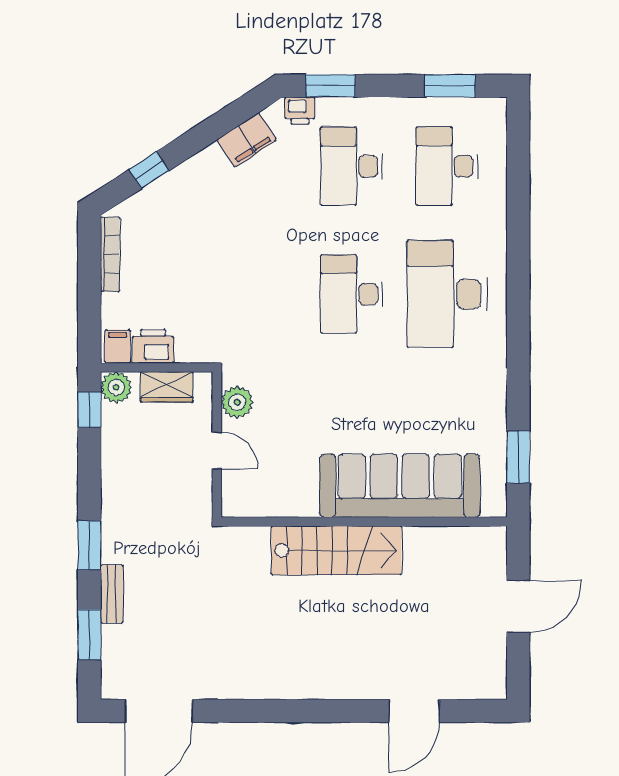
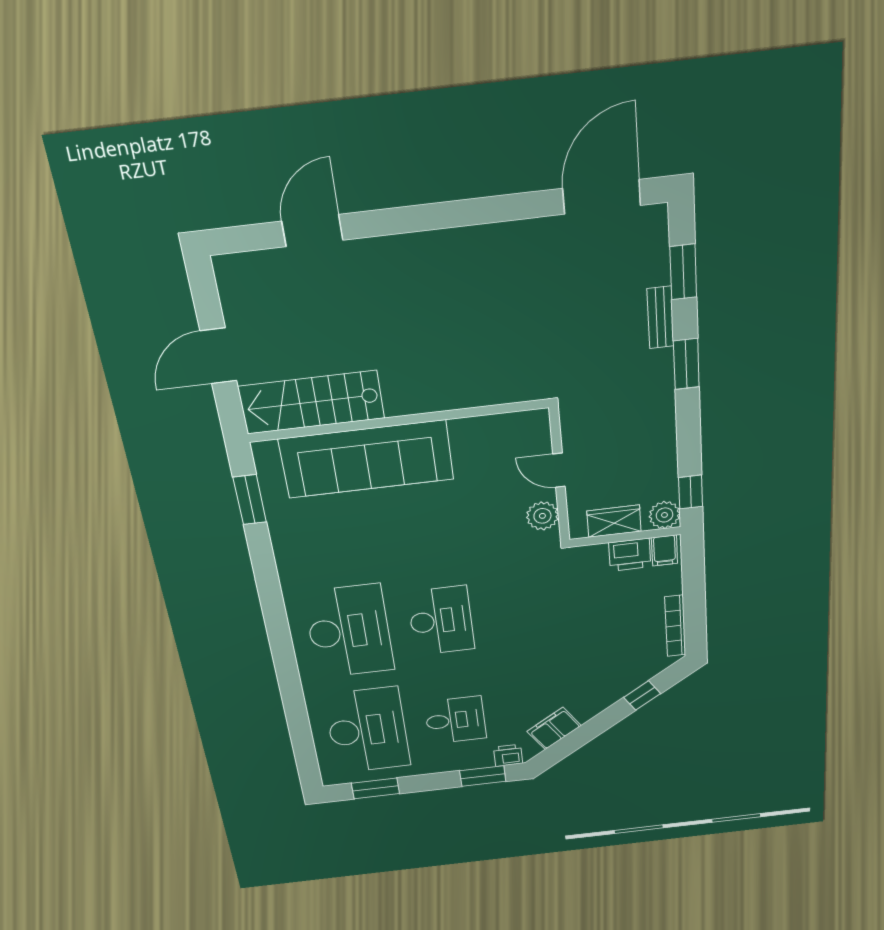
desk: (351, 166) -> (455, 720), width x0.73
desk: (447, 166) -> (367, 730), width x1.36, depth x1.30
stairs: (336, 550) -> (312, 402), moved

